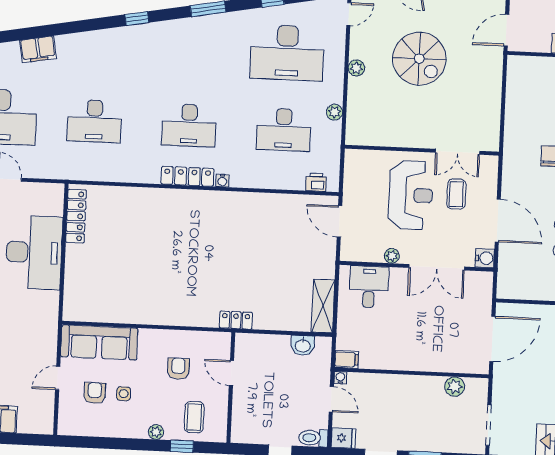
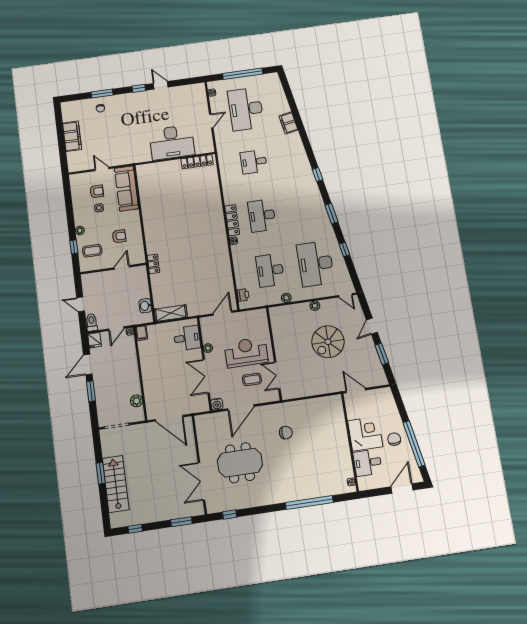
desk: (94, 121) -> (254, 162), width x0.73
reception desk: (411, 195) -> (246, 352), turned 180

